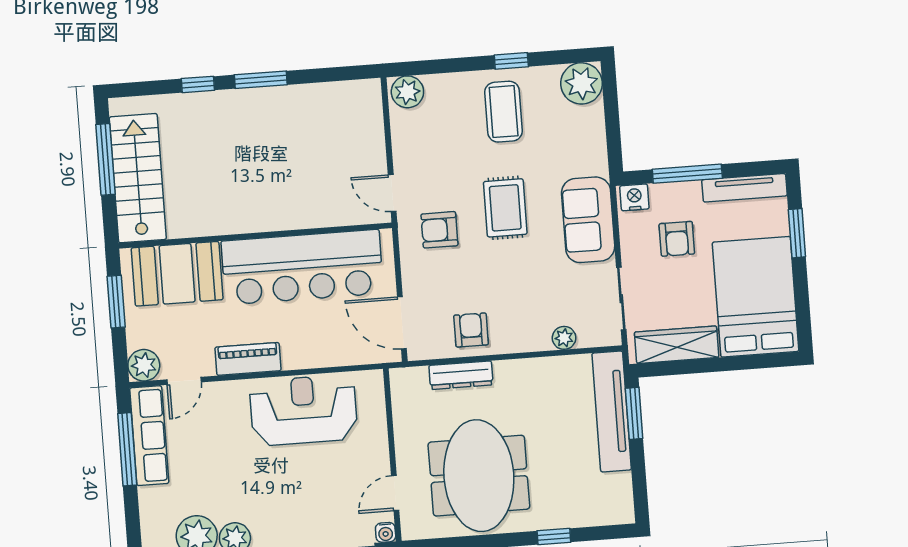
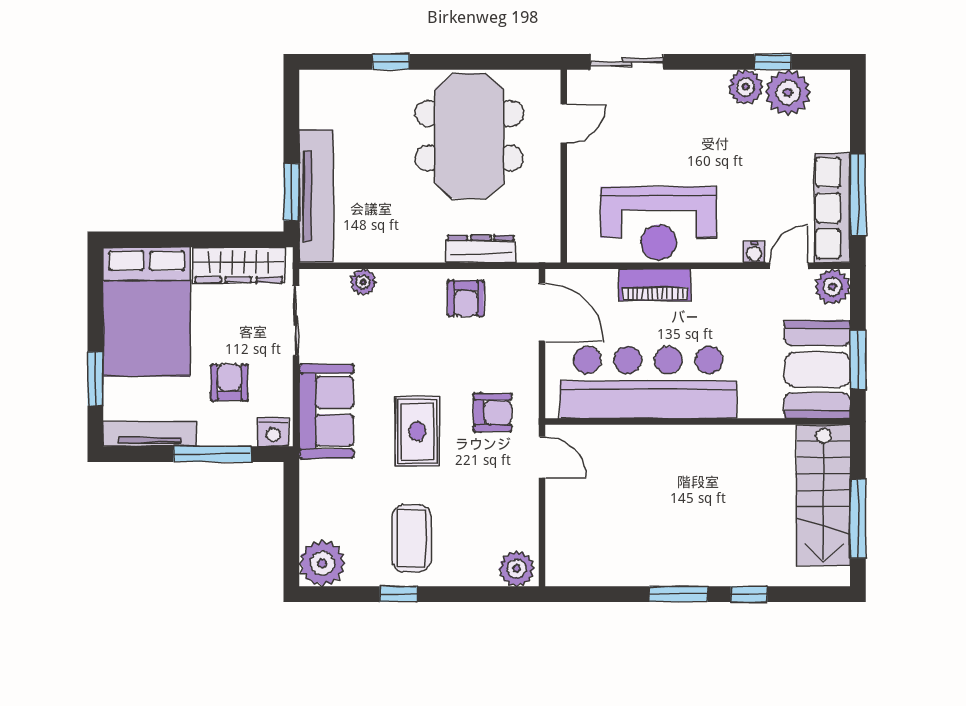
booth: (177, 274) -> (817, 369), moved, turned 90
piano: (248, 359) -> (655, 285), moved
water cooler: (386, 532) -> (754, 252), moved, turned 180

